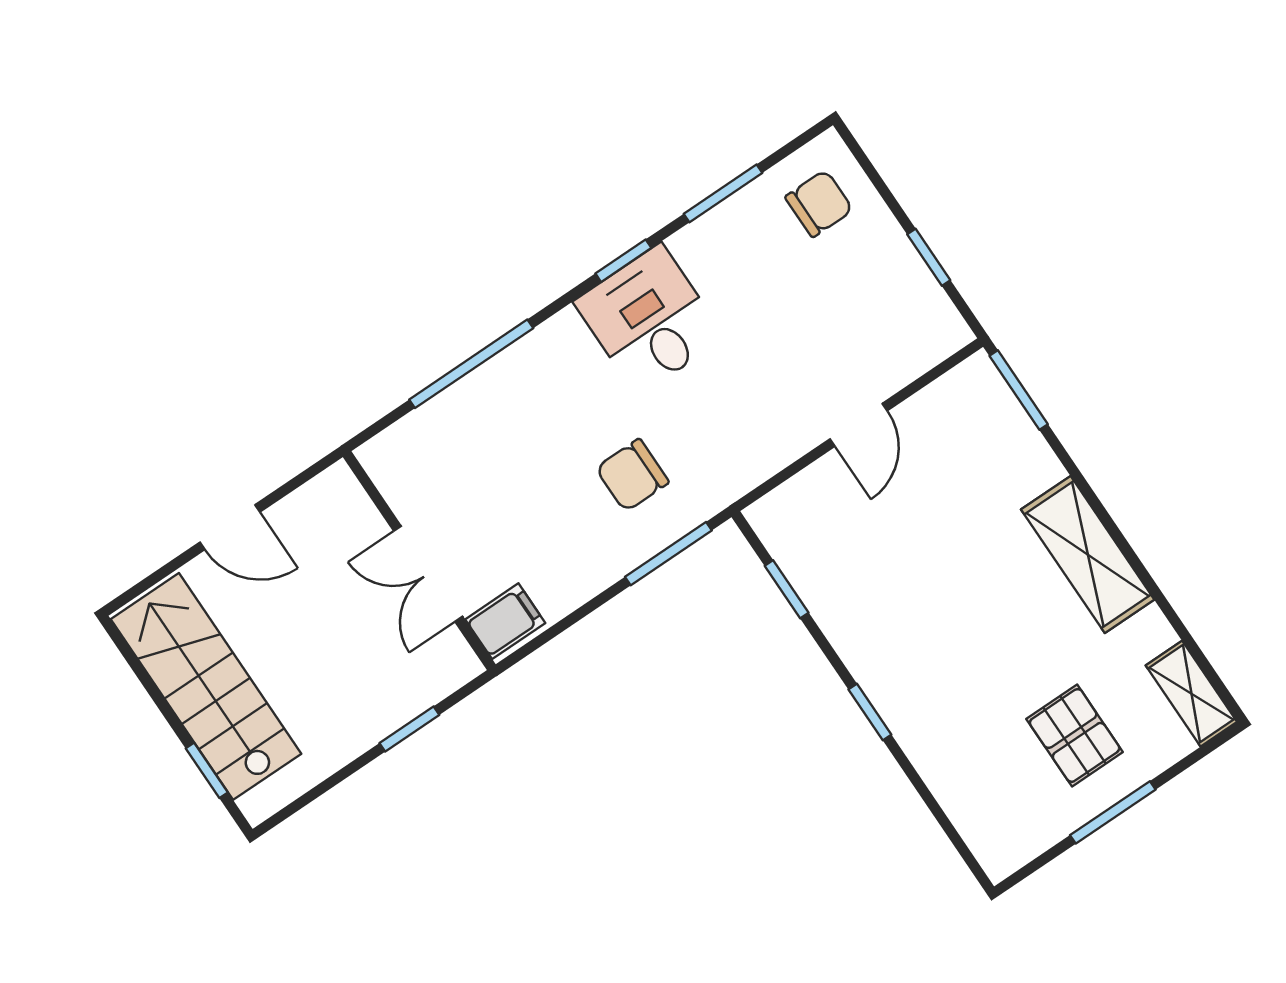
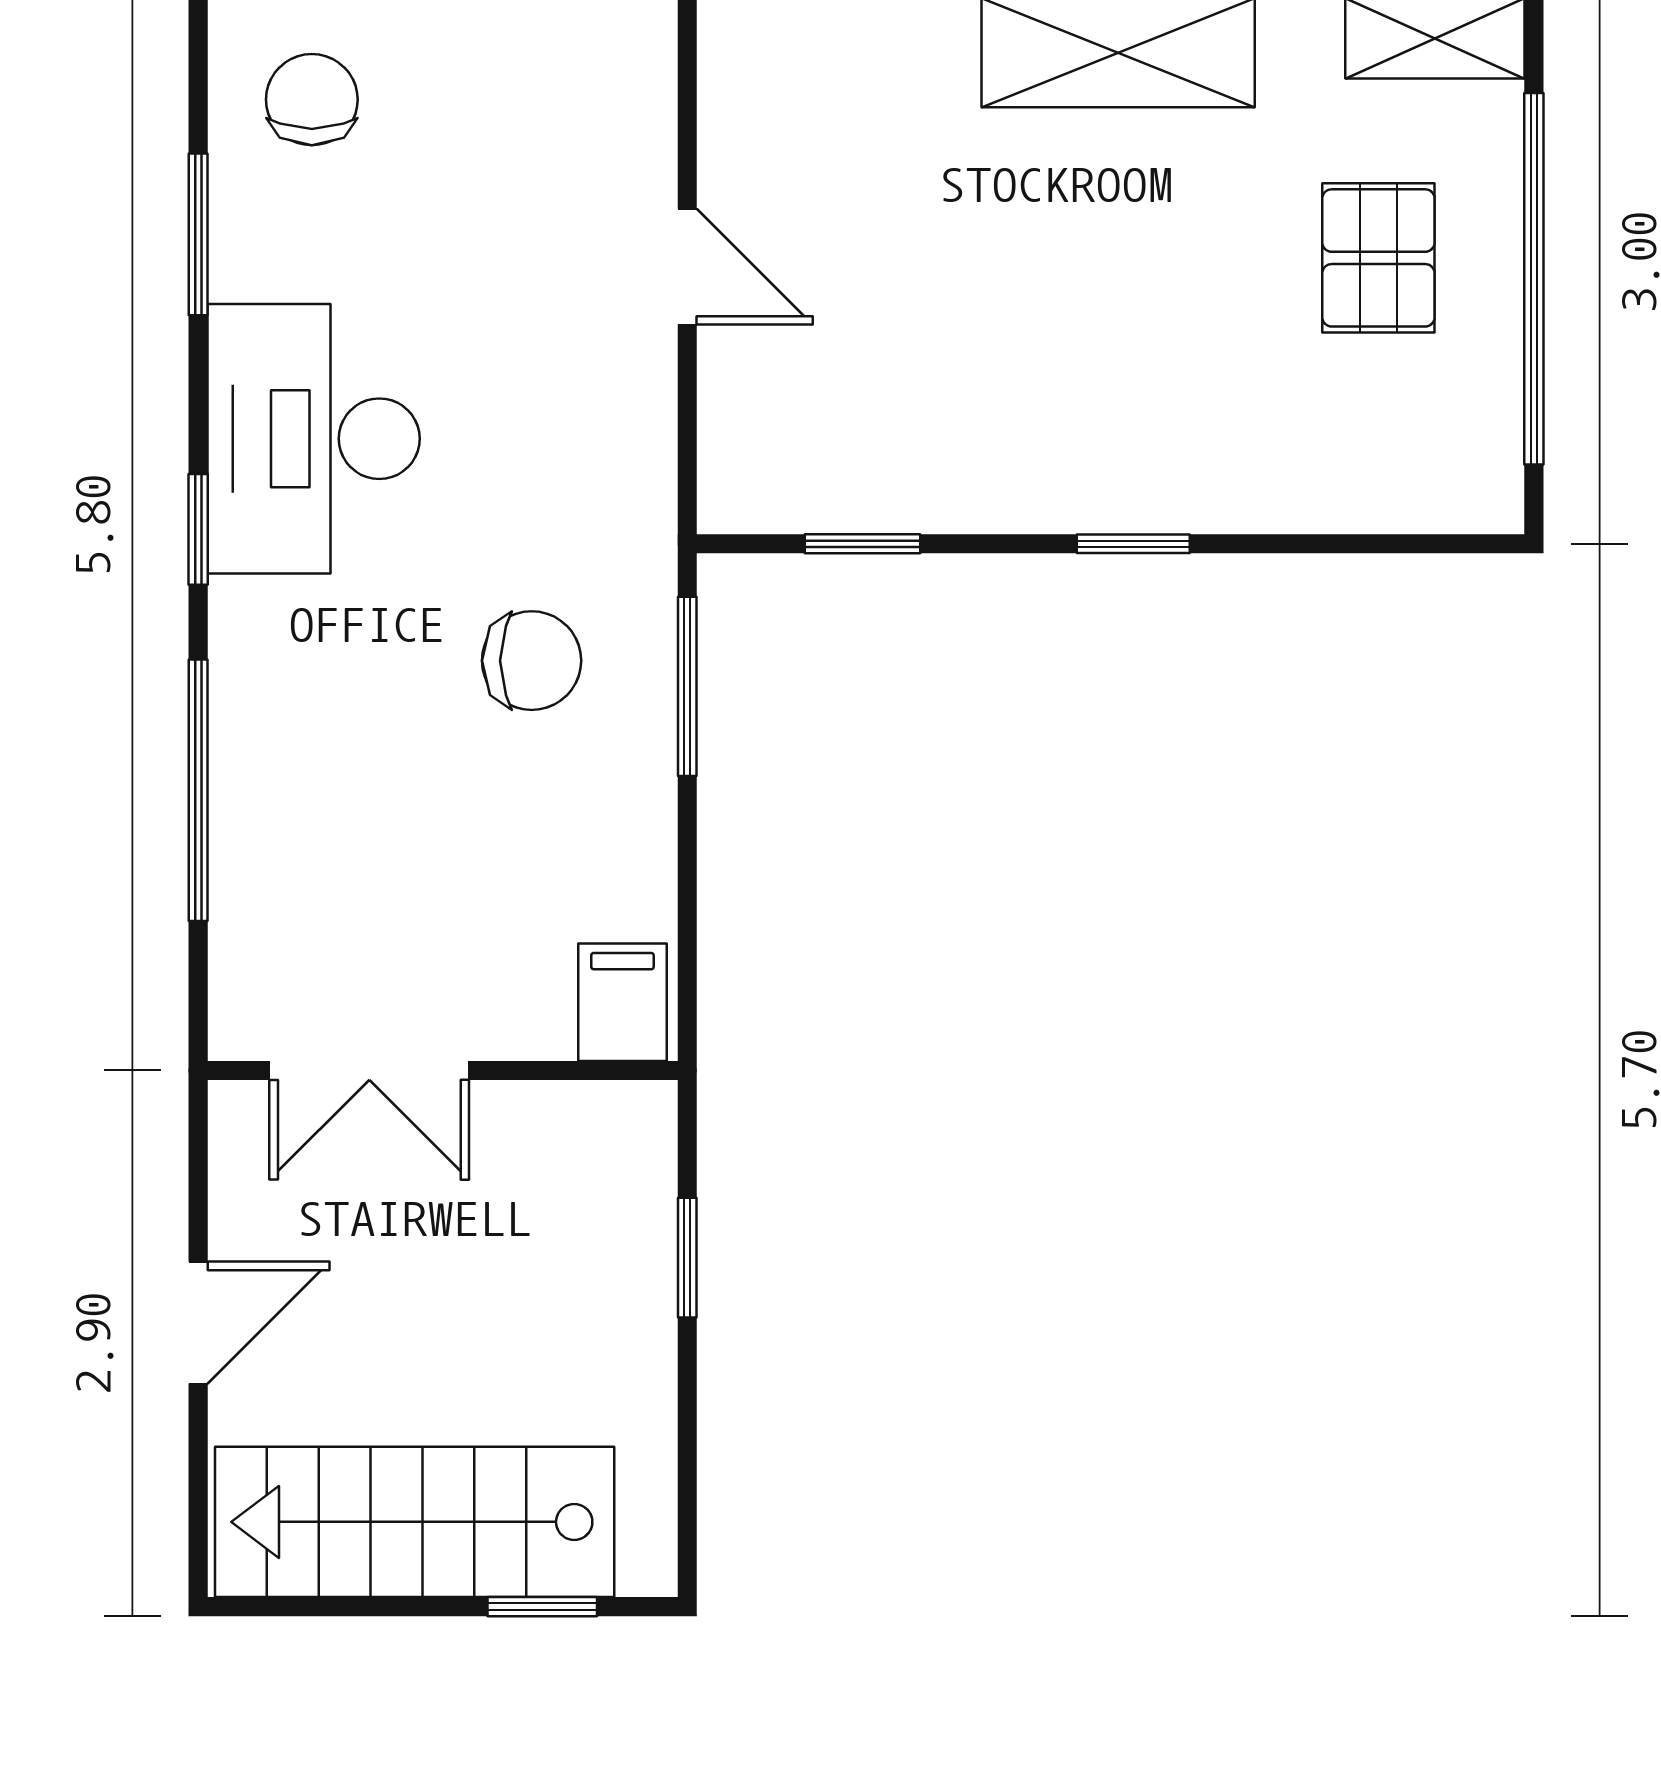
window: (623, 261) -> (198, 529), moved
desk: (649, 320) -> (314, 439), width x1.37
chair: (632, 475) -> (532, 661), turned -90
double door: (428, 574) -> (369, 1070), moved
pallet: (1075, 735) -> (1378, 258), turned 90
window: (1113, 812) -> (1534, 279), width x2.11

